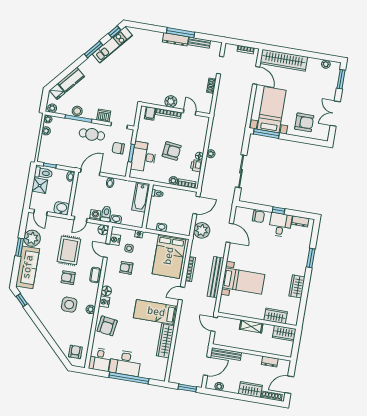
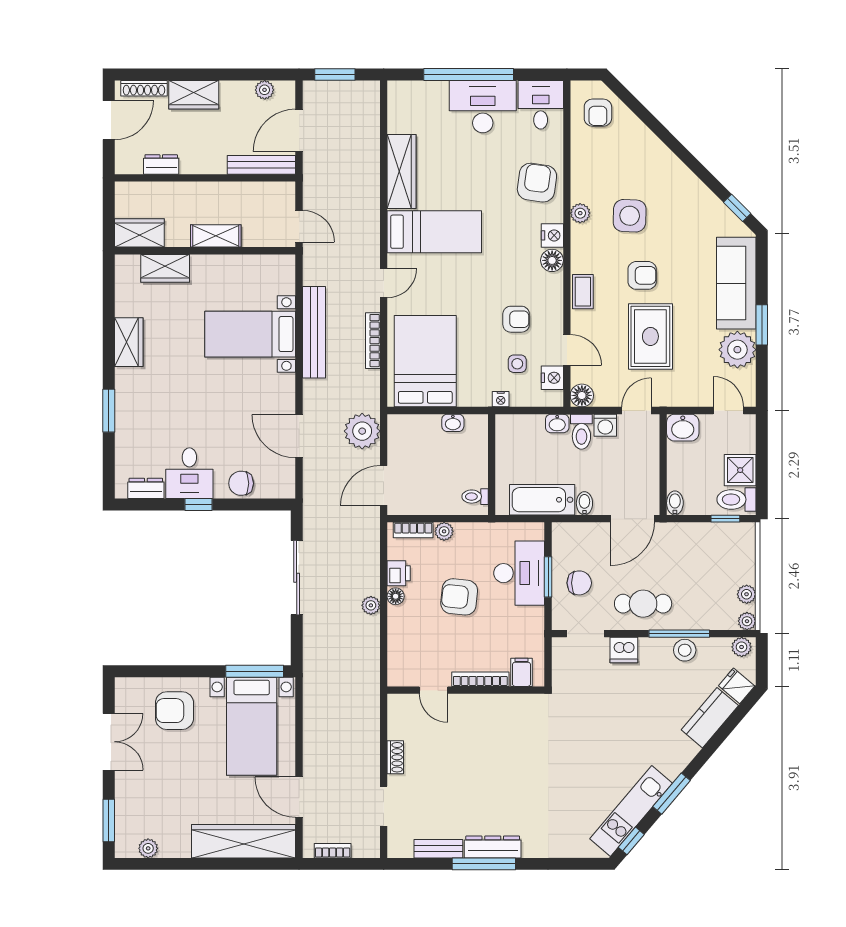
plant: (171, 101) -> (480, 707), removed
bathtub: (141, 197) -> (542, 500), moved, turned -90

